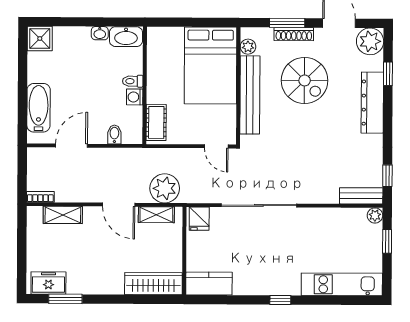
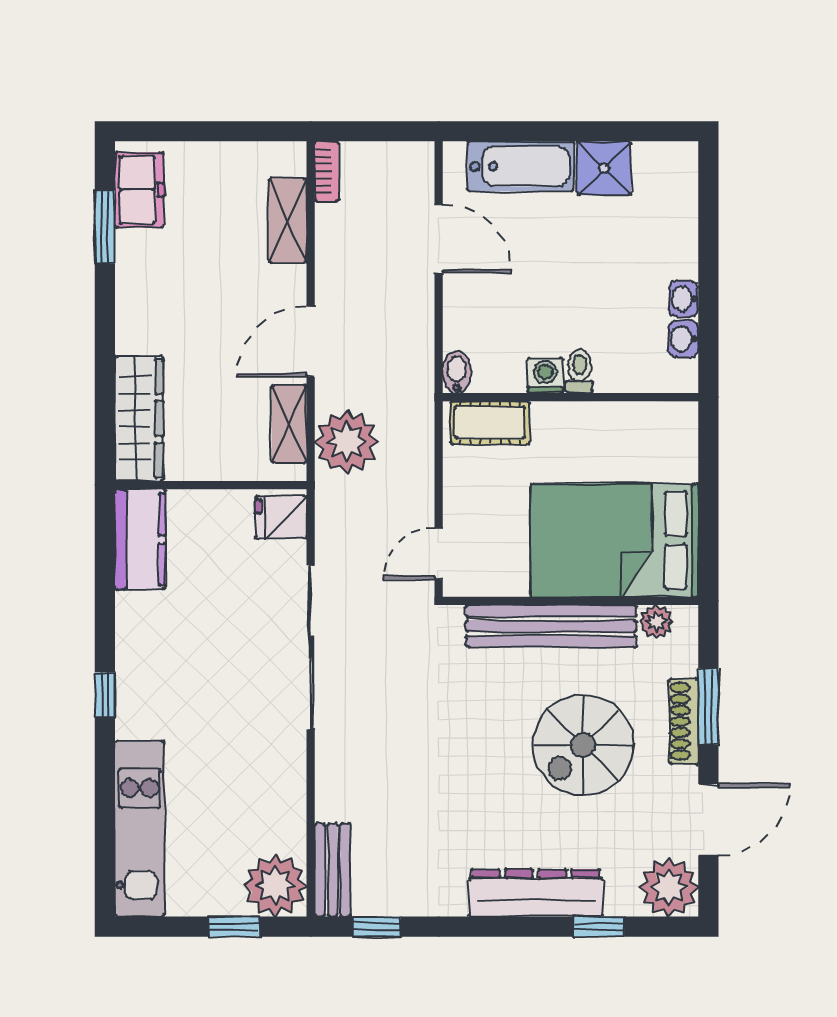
washbasin: (126, 37) -> (683, 339), width x0.52, depth x0.69
shower: (40, 39) -> (604, 168), moved
bidet: (114, 134) -> (457, 372), moved, turned -90
plant: (375, 215) -> (275, 885), width x1.88, depth x1.88

